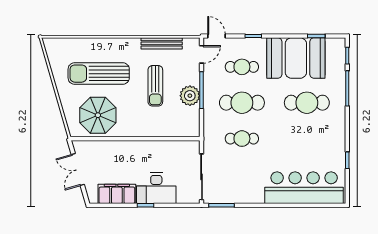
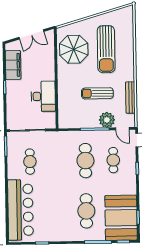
booth: (296, 58) -> (121, 218), moved
sun lounger: (99, 74) -> (106, 49), turned 180
plant: (190, 96) -> (107, 120), moved
cafe table: (242, 139) -> (30, 162), moved
double door: (78, 170) -> (31, 34), swing flipped
desk: (156, 188) -> (43, 96), moved, turned 180

